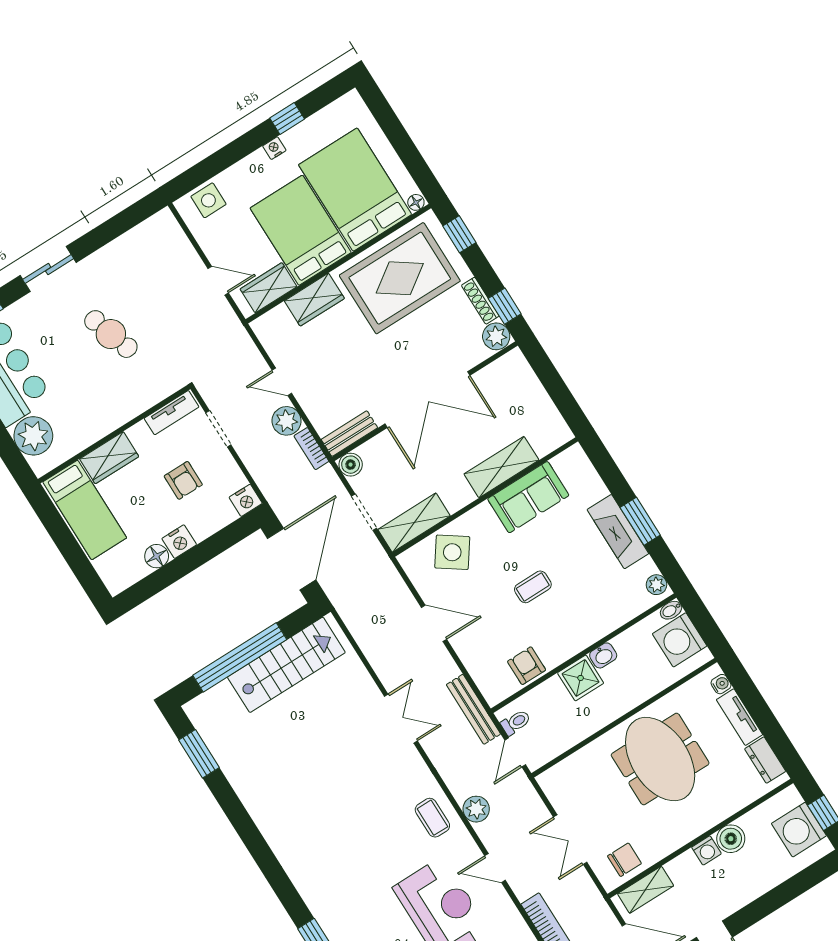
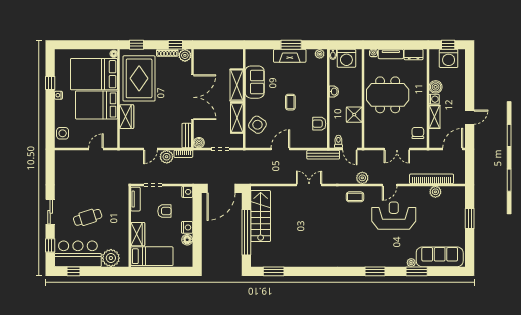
wardrobe: (269, 288) -> (111, 131), removed
cafe table: (111, 334) -> (88, 217), moved
shelving: (414, 523) -> (237, 118), moved
door: (292, 559) -> (221, 188), swing flipped
shower: (581, 678) -> (354, 115), moved
shelving: (646, 890) -> (435, 117), moved

